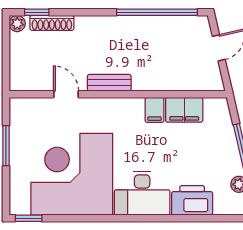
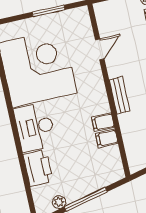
bench: (109, 83) -> (120, 95), moved
filing cabinet: (184, 110) -> (107, 138), width x0.50

